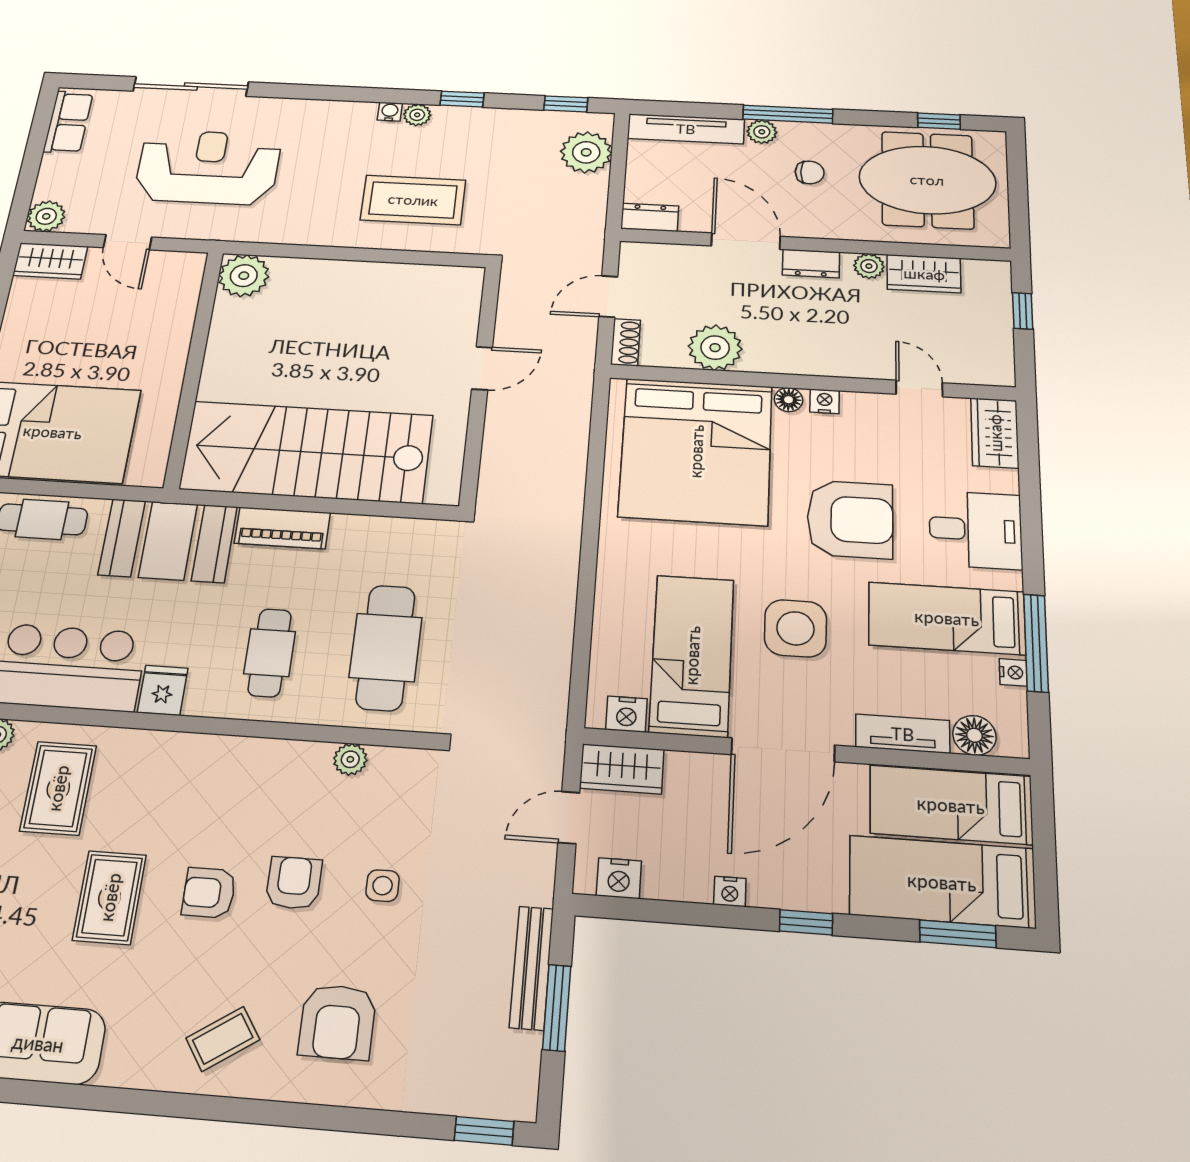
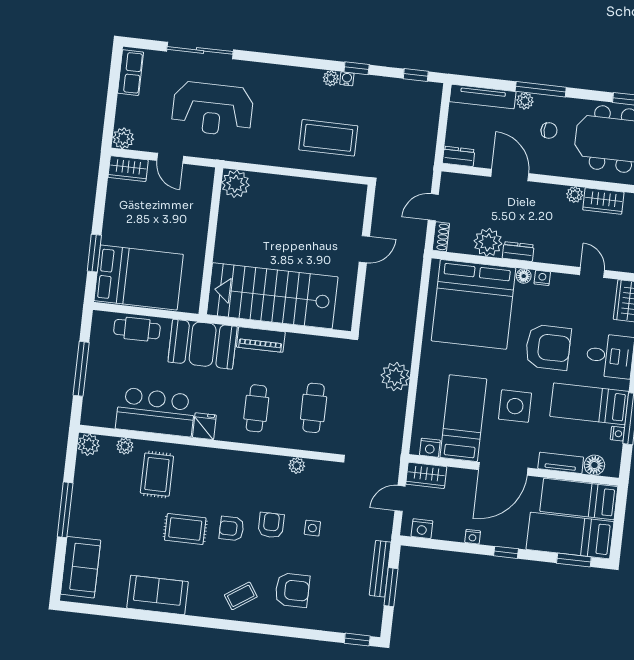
water cooler: (390, 112) -> (347, 79), moved
plant: (586, 152) -> (395, 377), moved
reception desk: (208, 167) -> (213, 109), turned 180
dresser: (811, 264) -> (518, 252), moved, turned 180
cafe table: (386, 647) -> (314, 408), width x0.73, depth x0.74
rug: (110, 897) -> (185, 529), turned 90
armchair: (337, 1022) -> (292, 590), turned -90

